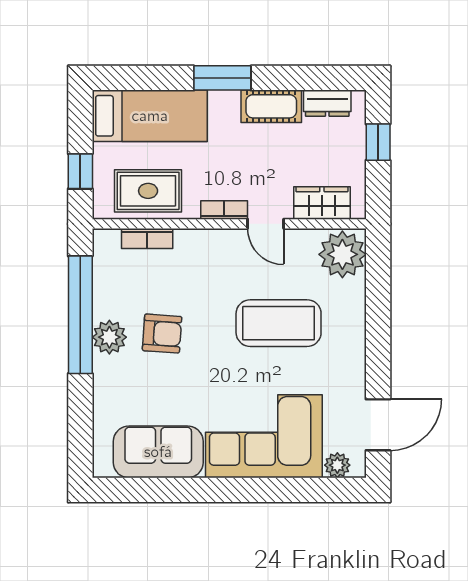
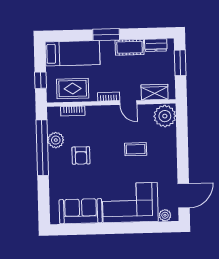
window: (378, 142) -> (180, 63), width x1.50
coffee table: (279, 323) -> (136, 149), width x0.54, depth x0.58
armchair: (162, 334) -> (81, 156), turned 86
plant: (109, 337) -> (56, 140), moved

